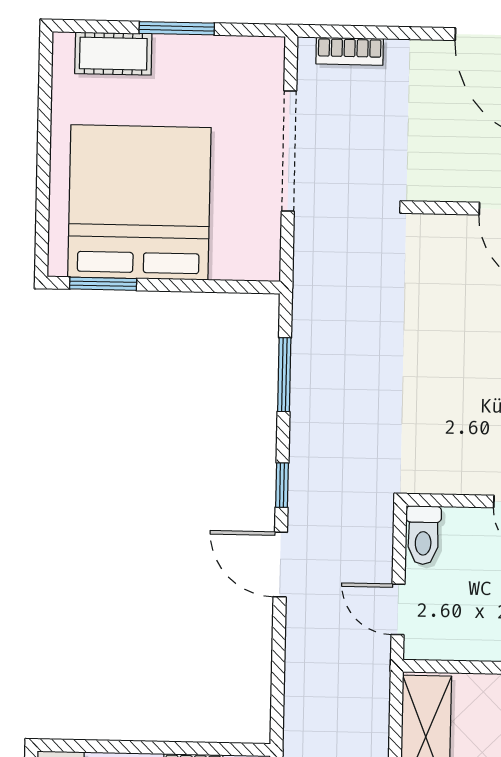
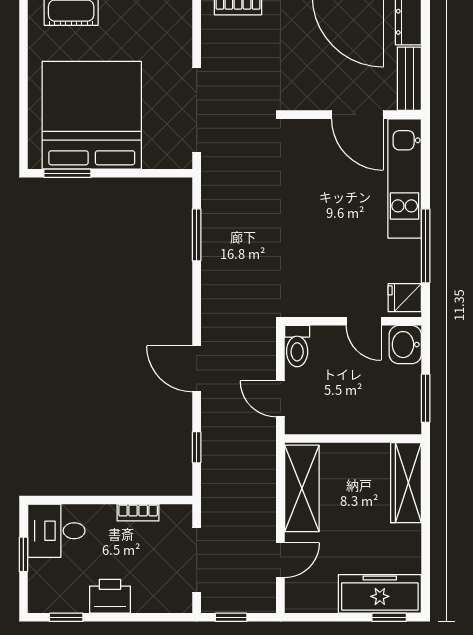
doorway: (289, 151) -> (197, 110), moved
window: (282, 485) -> (197, 447), moved

